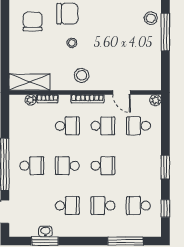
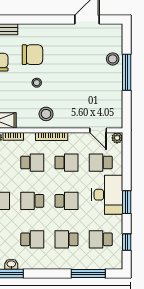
door: (122, 92) -> (98, 130), moved
desk: (145, 159) -> (107, 195), added

